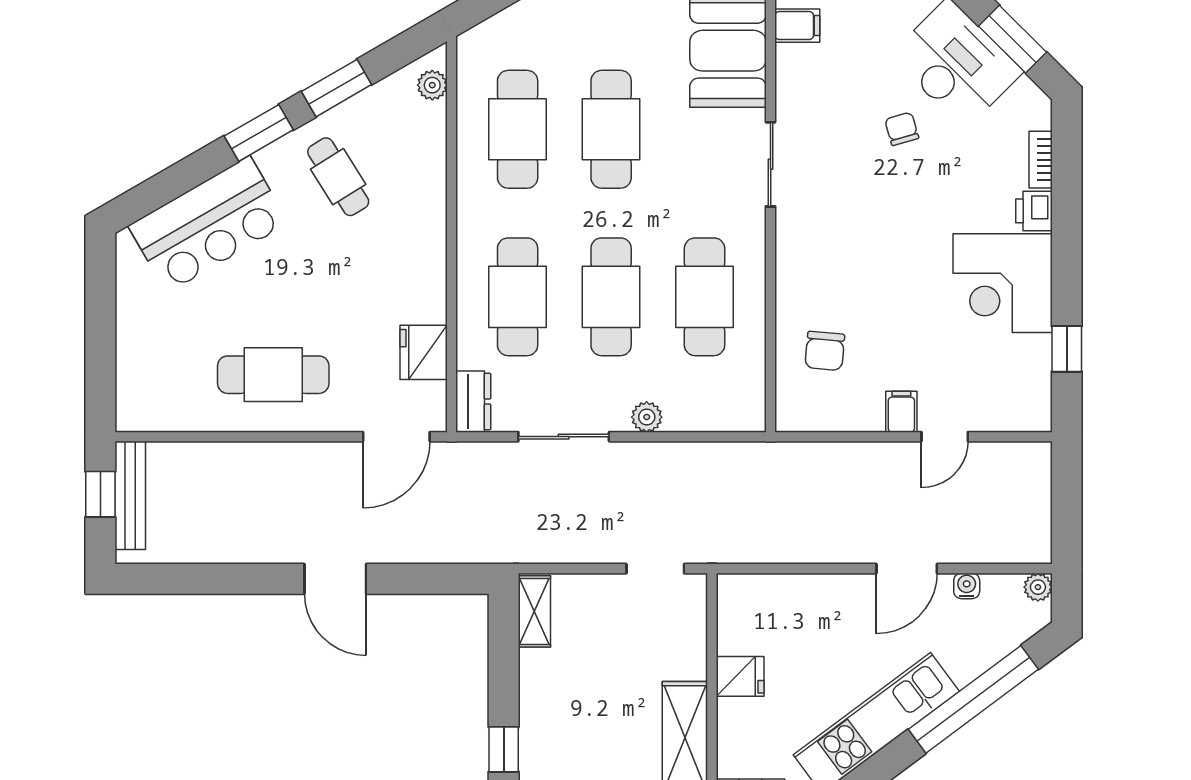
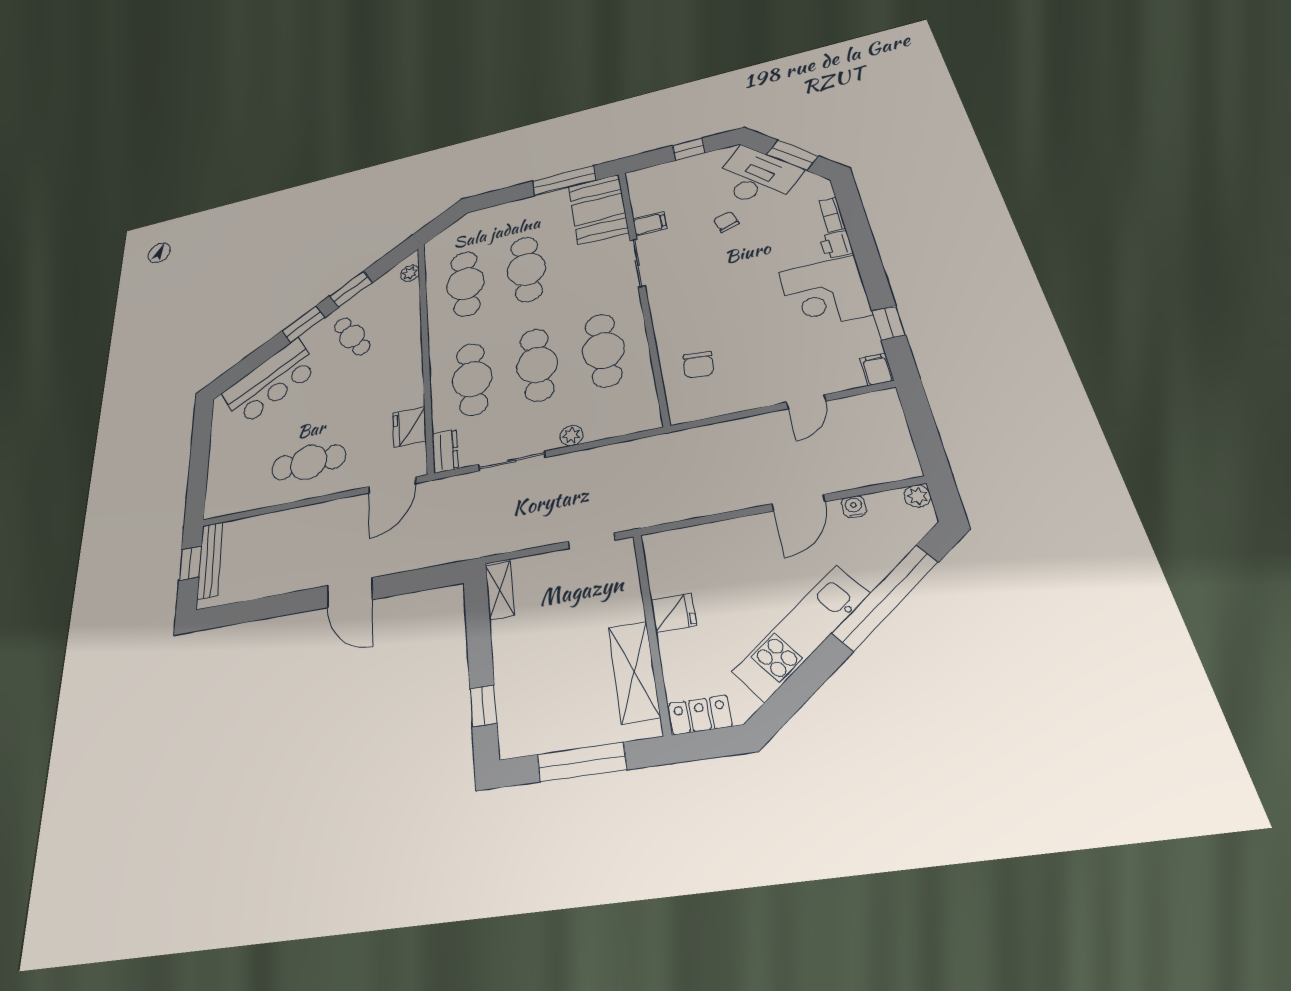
filing cabinet: (797, 26) -> (650, 224), moved
filing cabinet: (901, 412) -> (877, 369), moved

